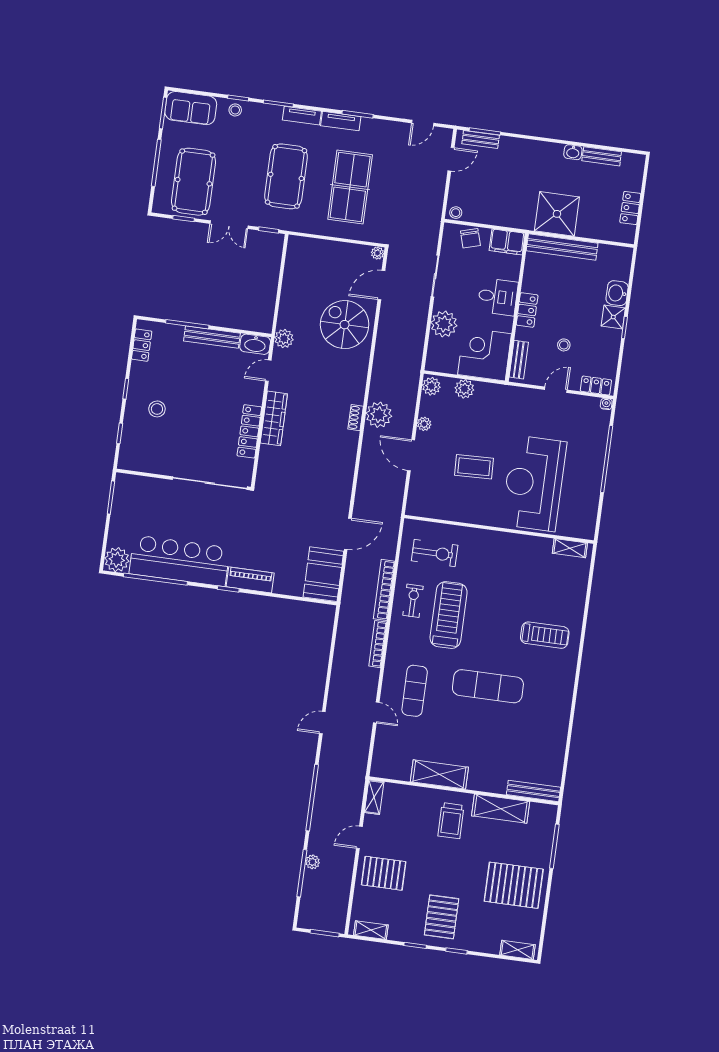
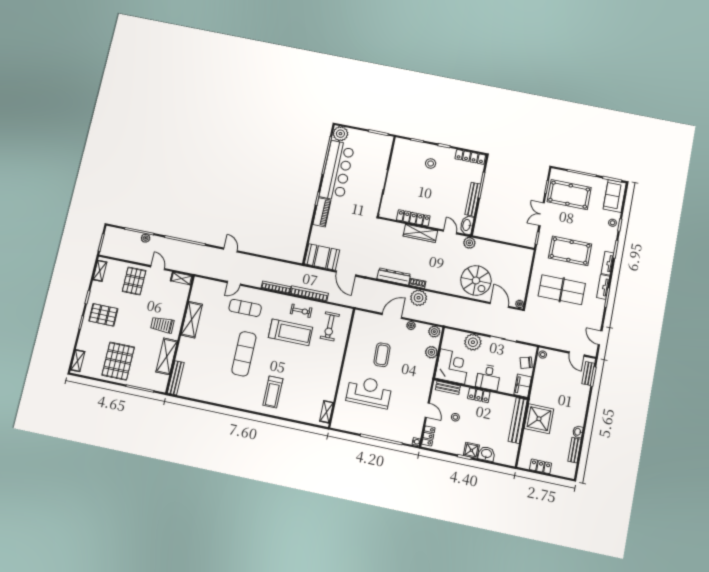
spiral stairs: (345, 325) -> (476, 280), turned 90
locker: (142, 345) -> (470, 157), width x1.53
dresser: (347, 456) -> (394, 277), added
reception desk: (534, 483) -> (369, 392), width x0.74, depth x0.77

